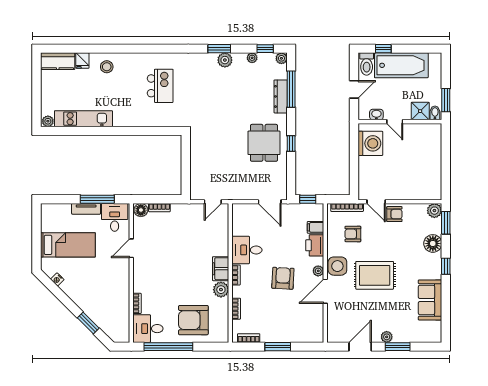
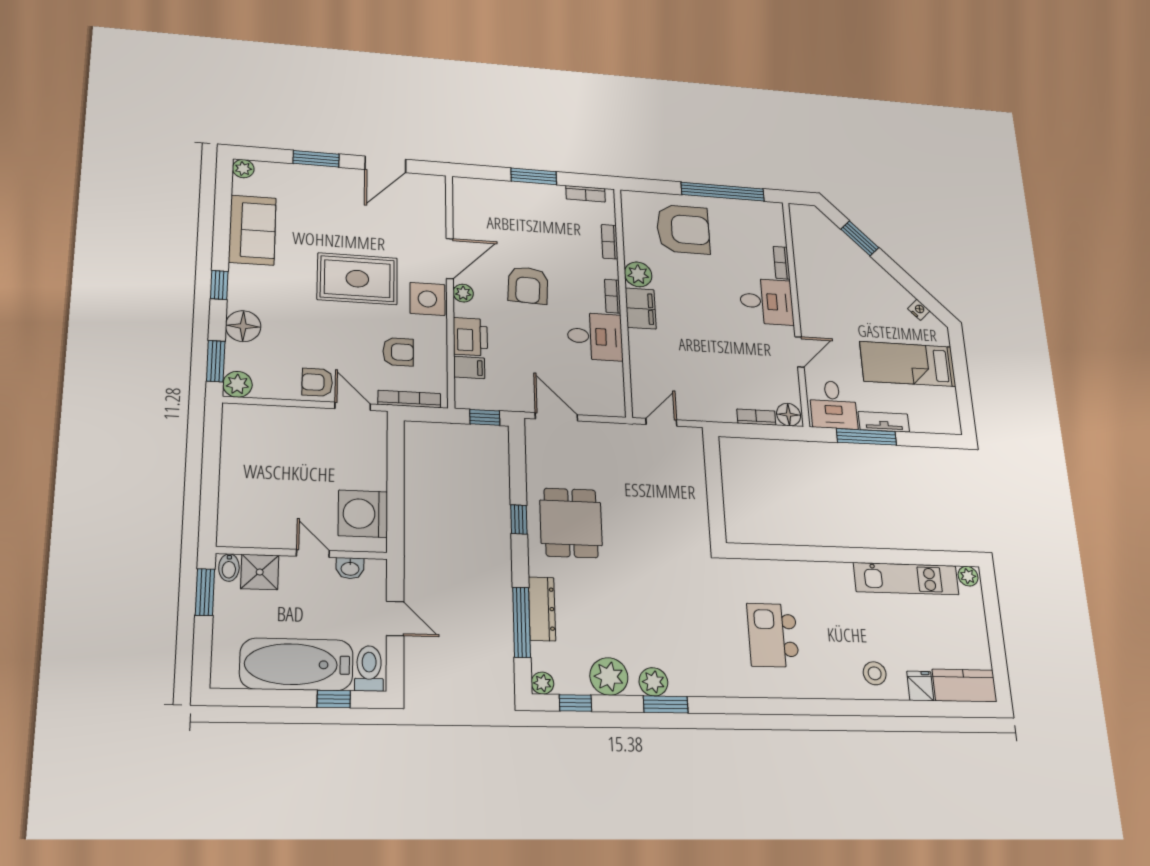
plant: (252, 58) -> (609, 676), width x1.88, depth x1.88
door: (354, 89) -> (395, 619), swing flipped
desk: (148, 329) -> (766, 302), moved
plant: (387, 337) -> (243, 169), moved

